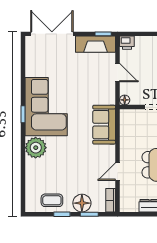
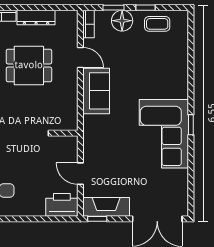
printer: (127, 43) -> (62, 205), width x1.87, depth x1.48
floor lamp: (125, 100) -> (72, 141), removed
sofa: (104, 125) -> (96, 91), moved
plant: (36, 148) -> (176, 86), removed
door: (117, 172) -> (80, 57), hinge flipped

